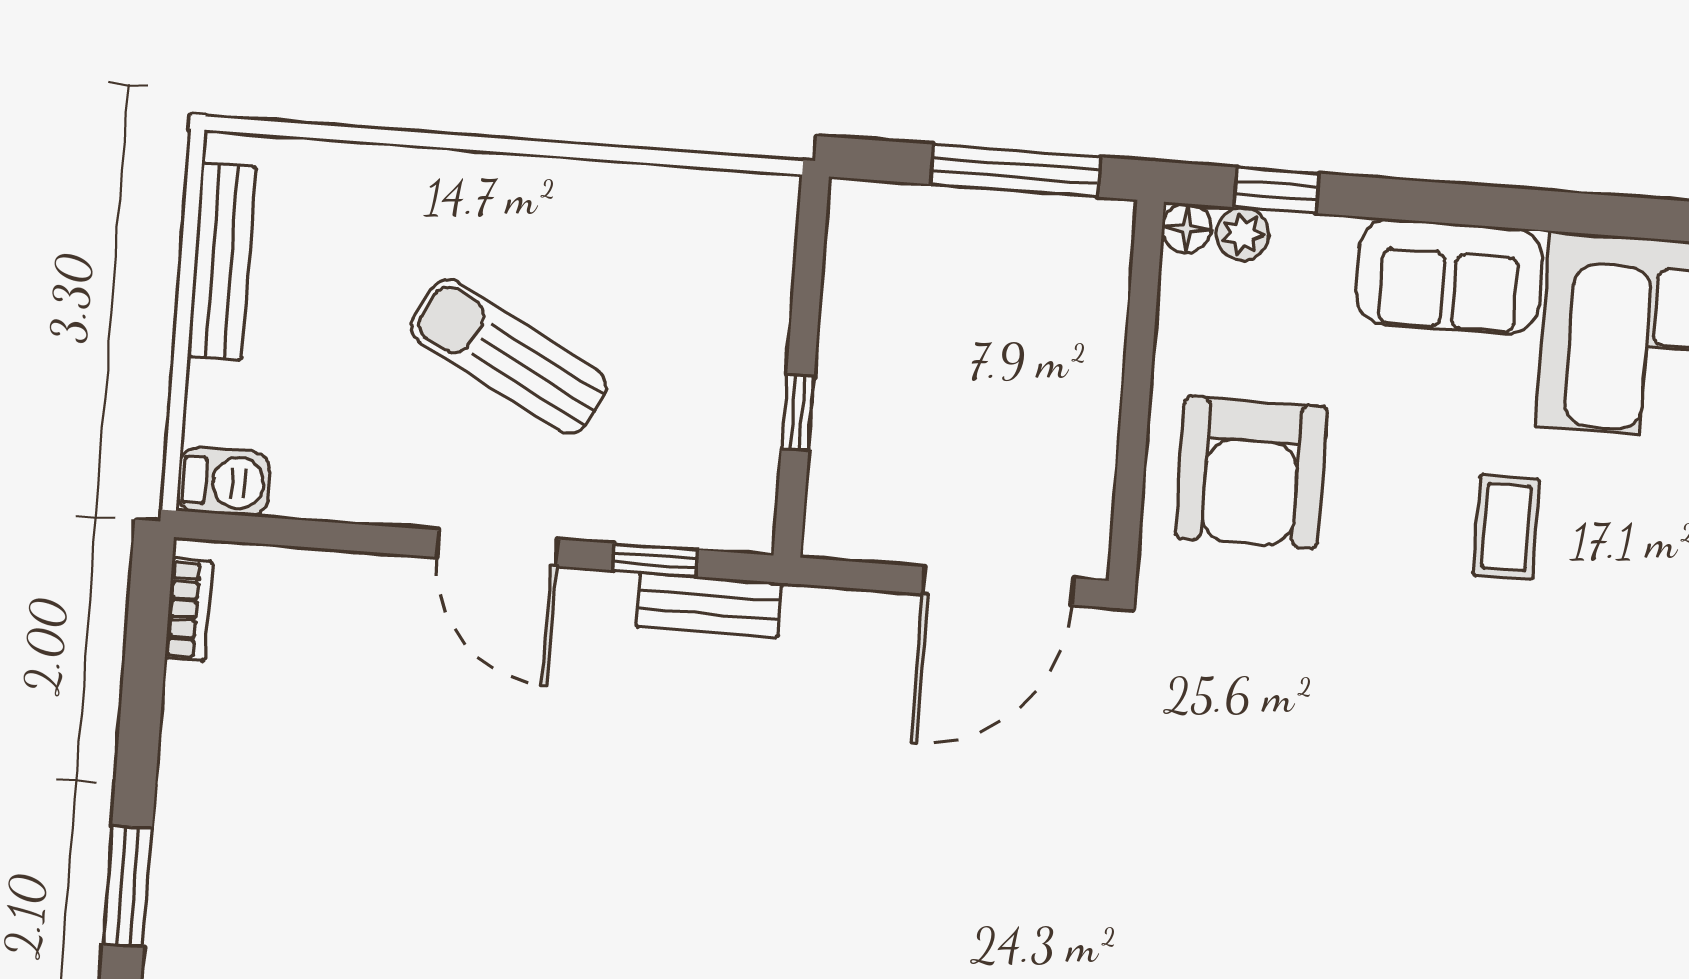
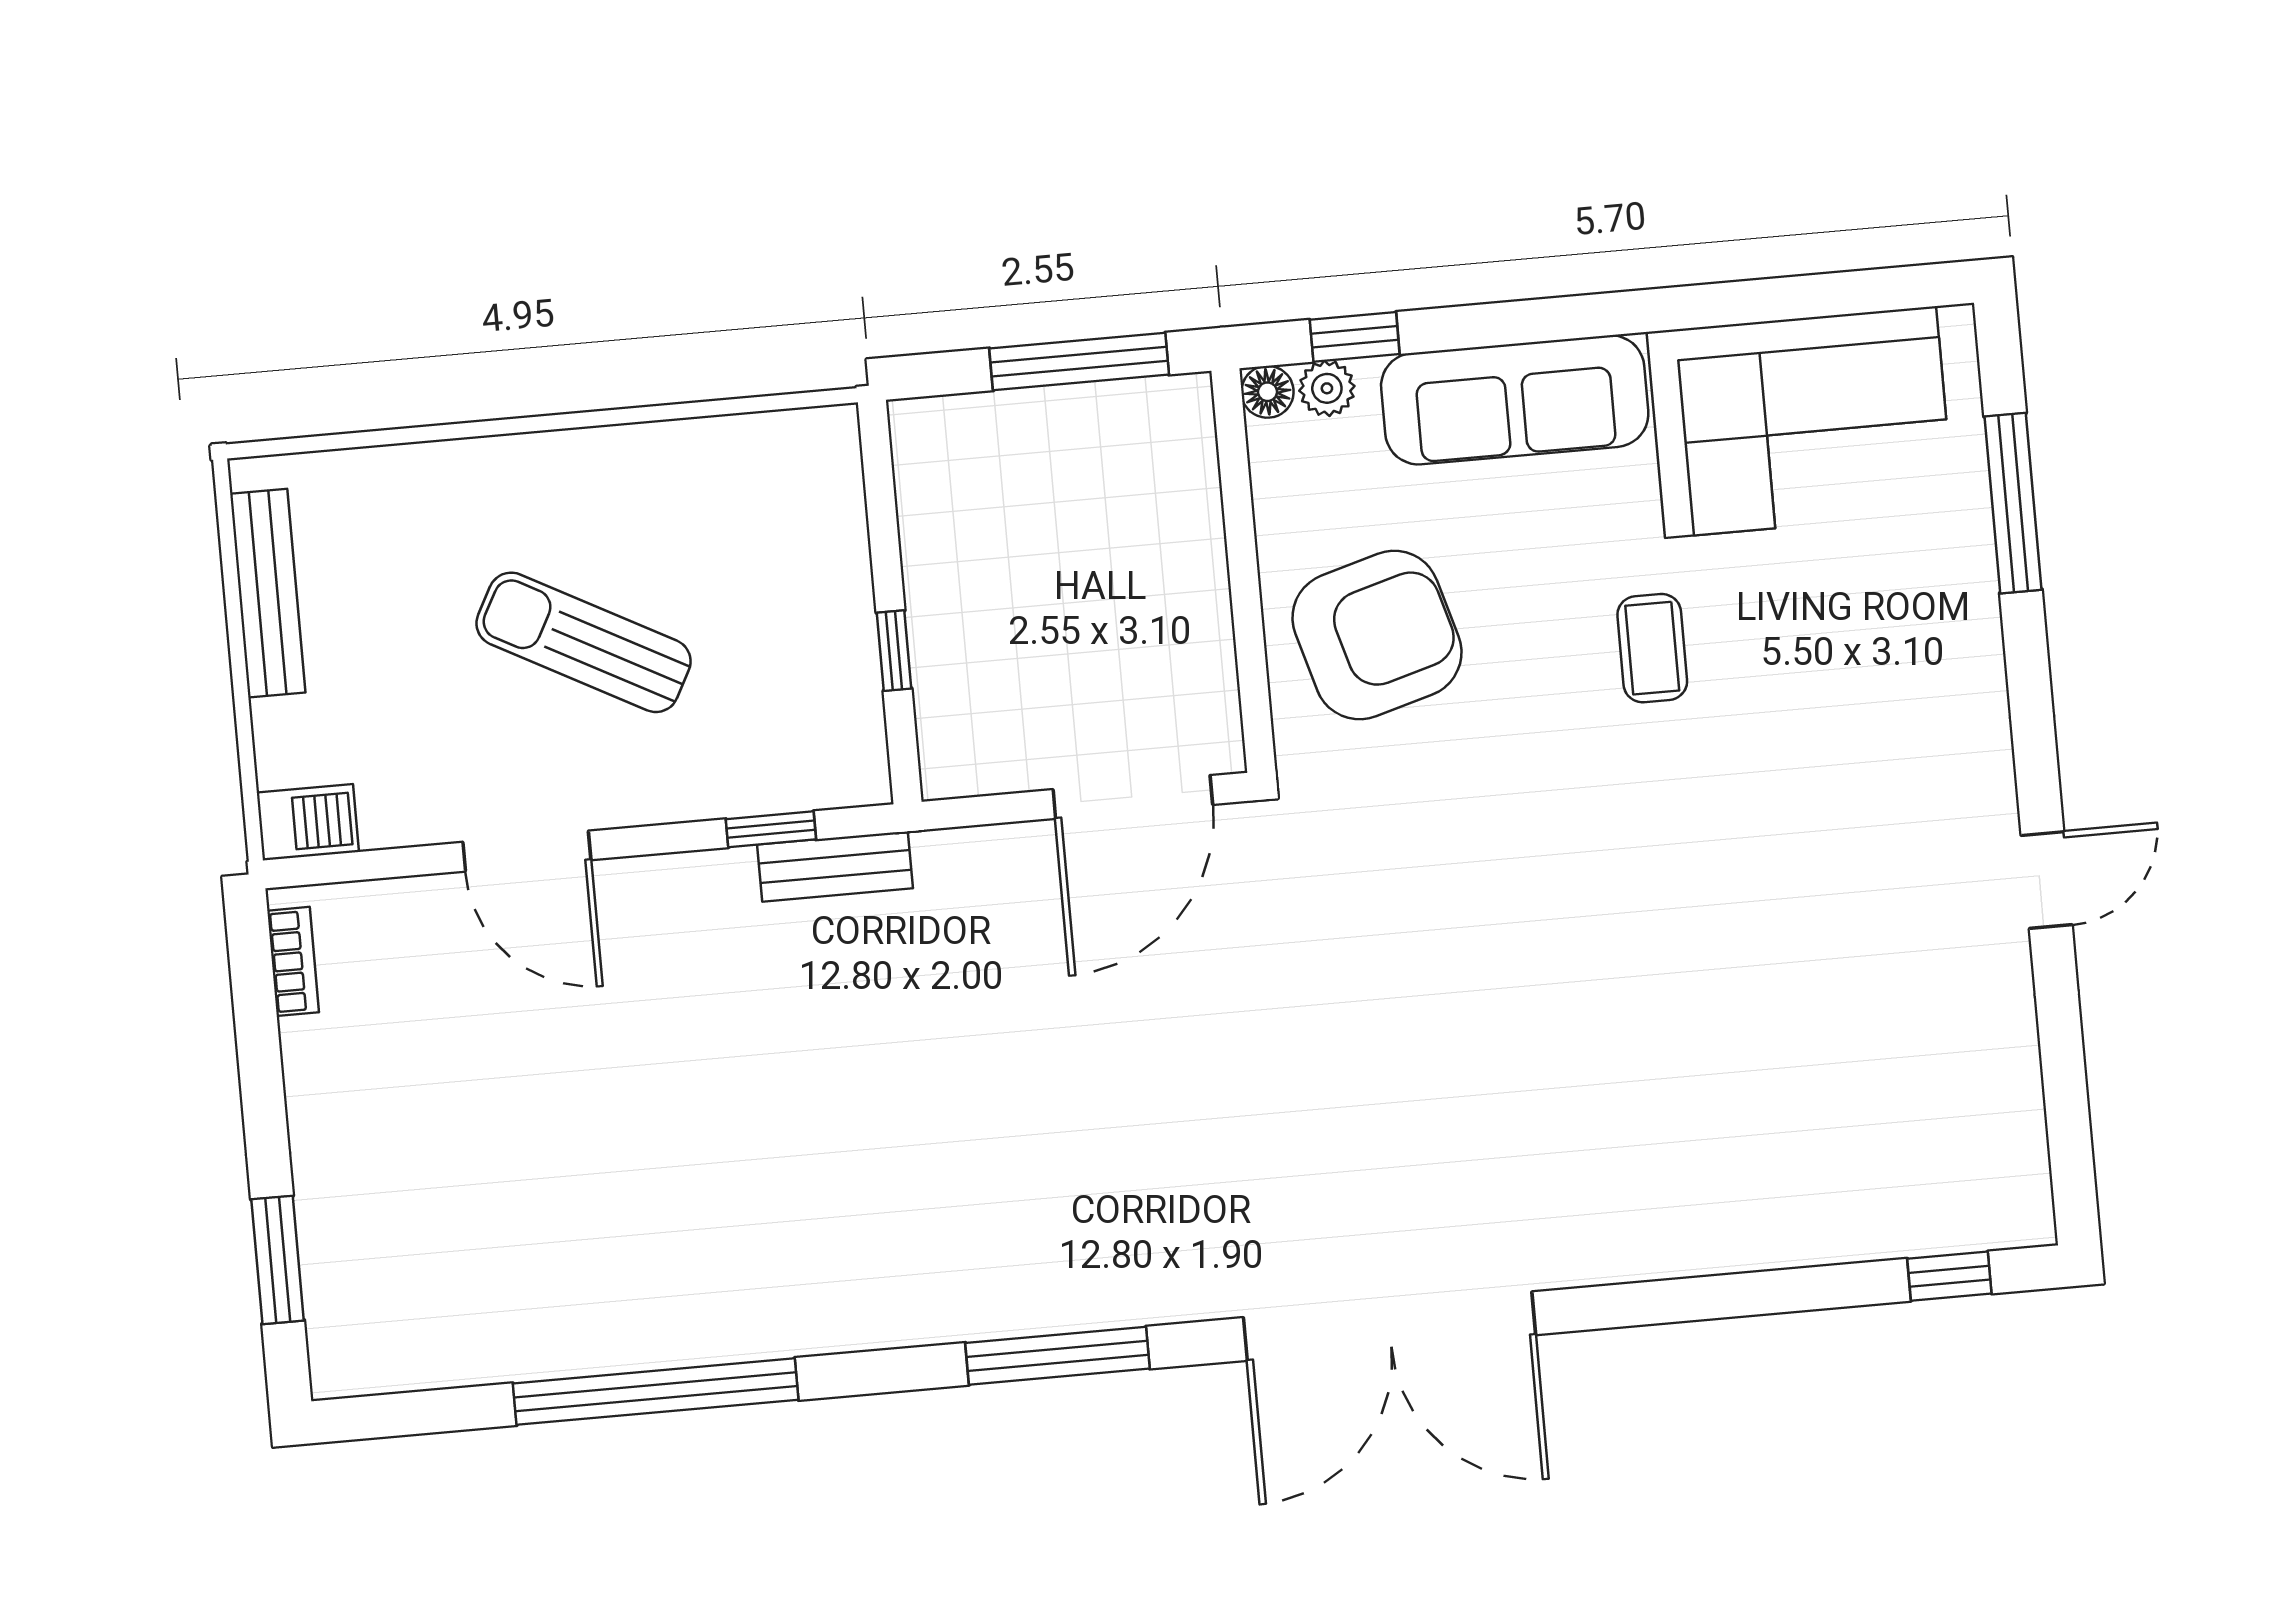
sofa: (1449, 276) -> (1515, 400), width x1.36
armchair: (1251, 472) -> (1377, 635), turned -106
door: (497, 548) -> (527, 851), moved

